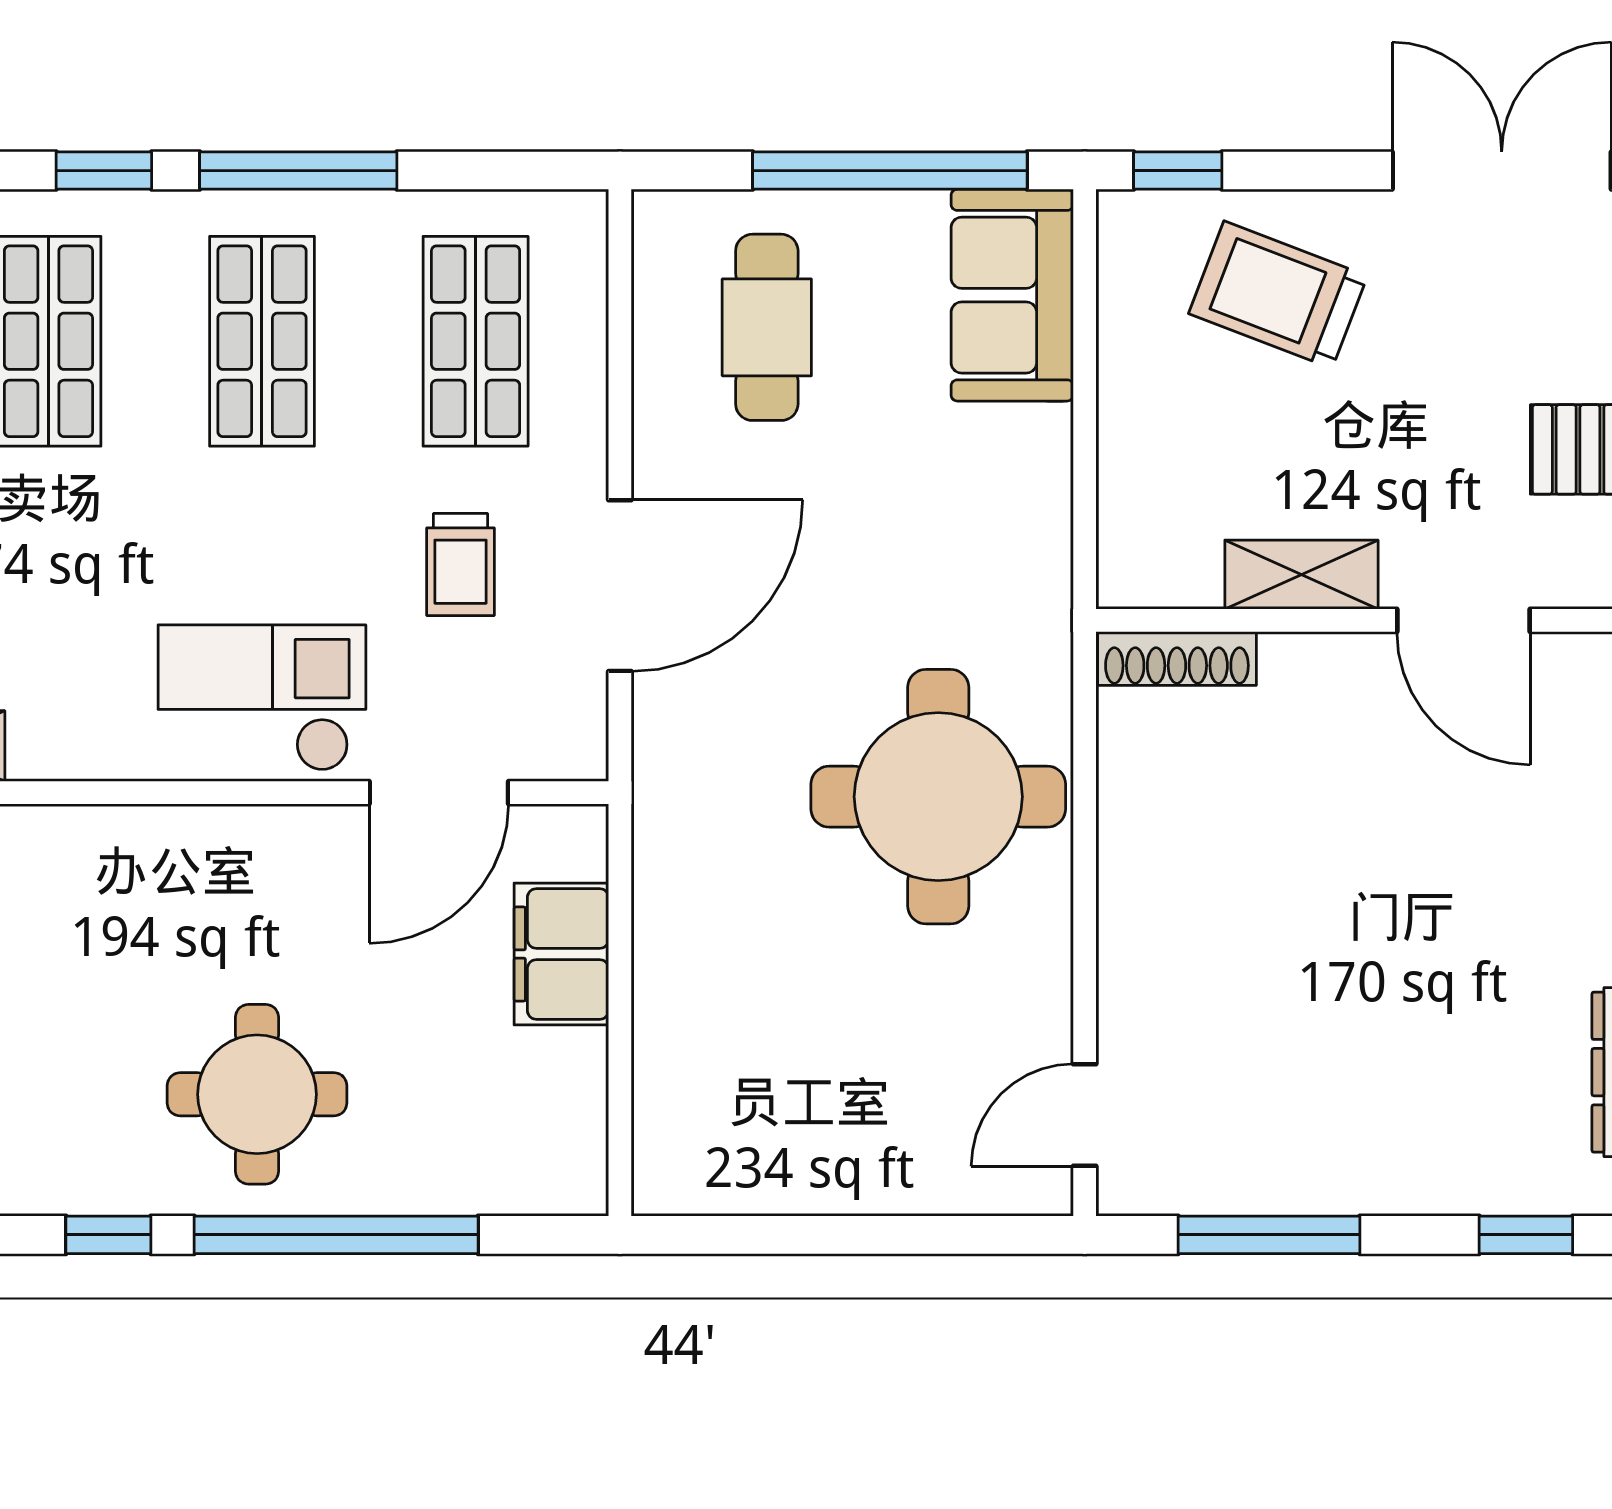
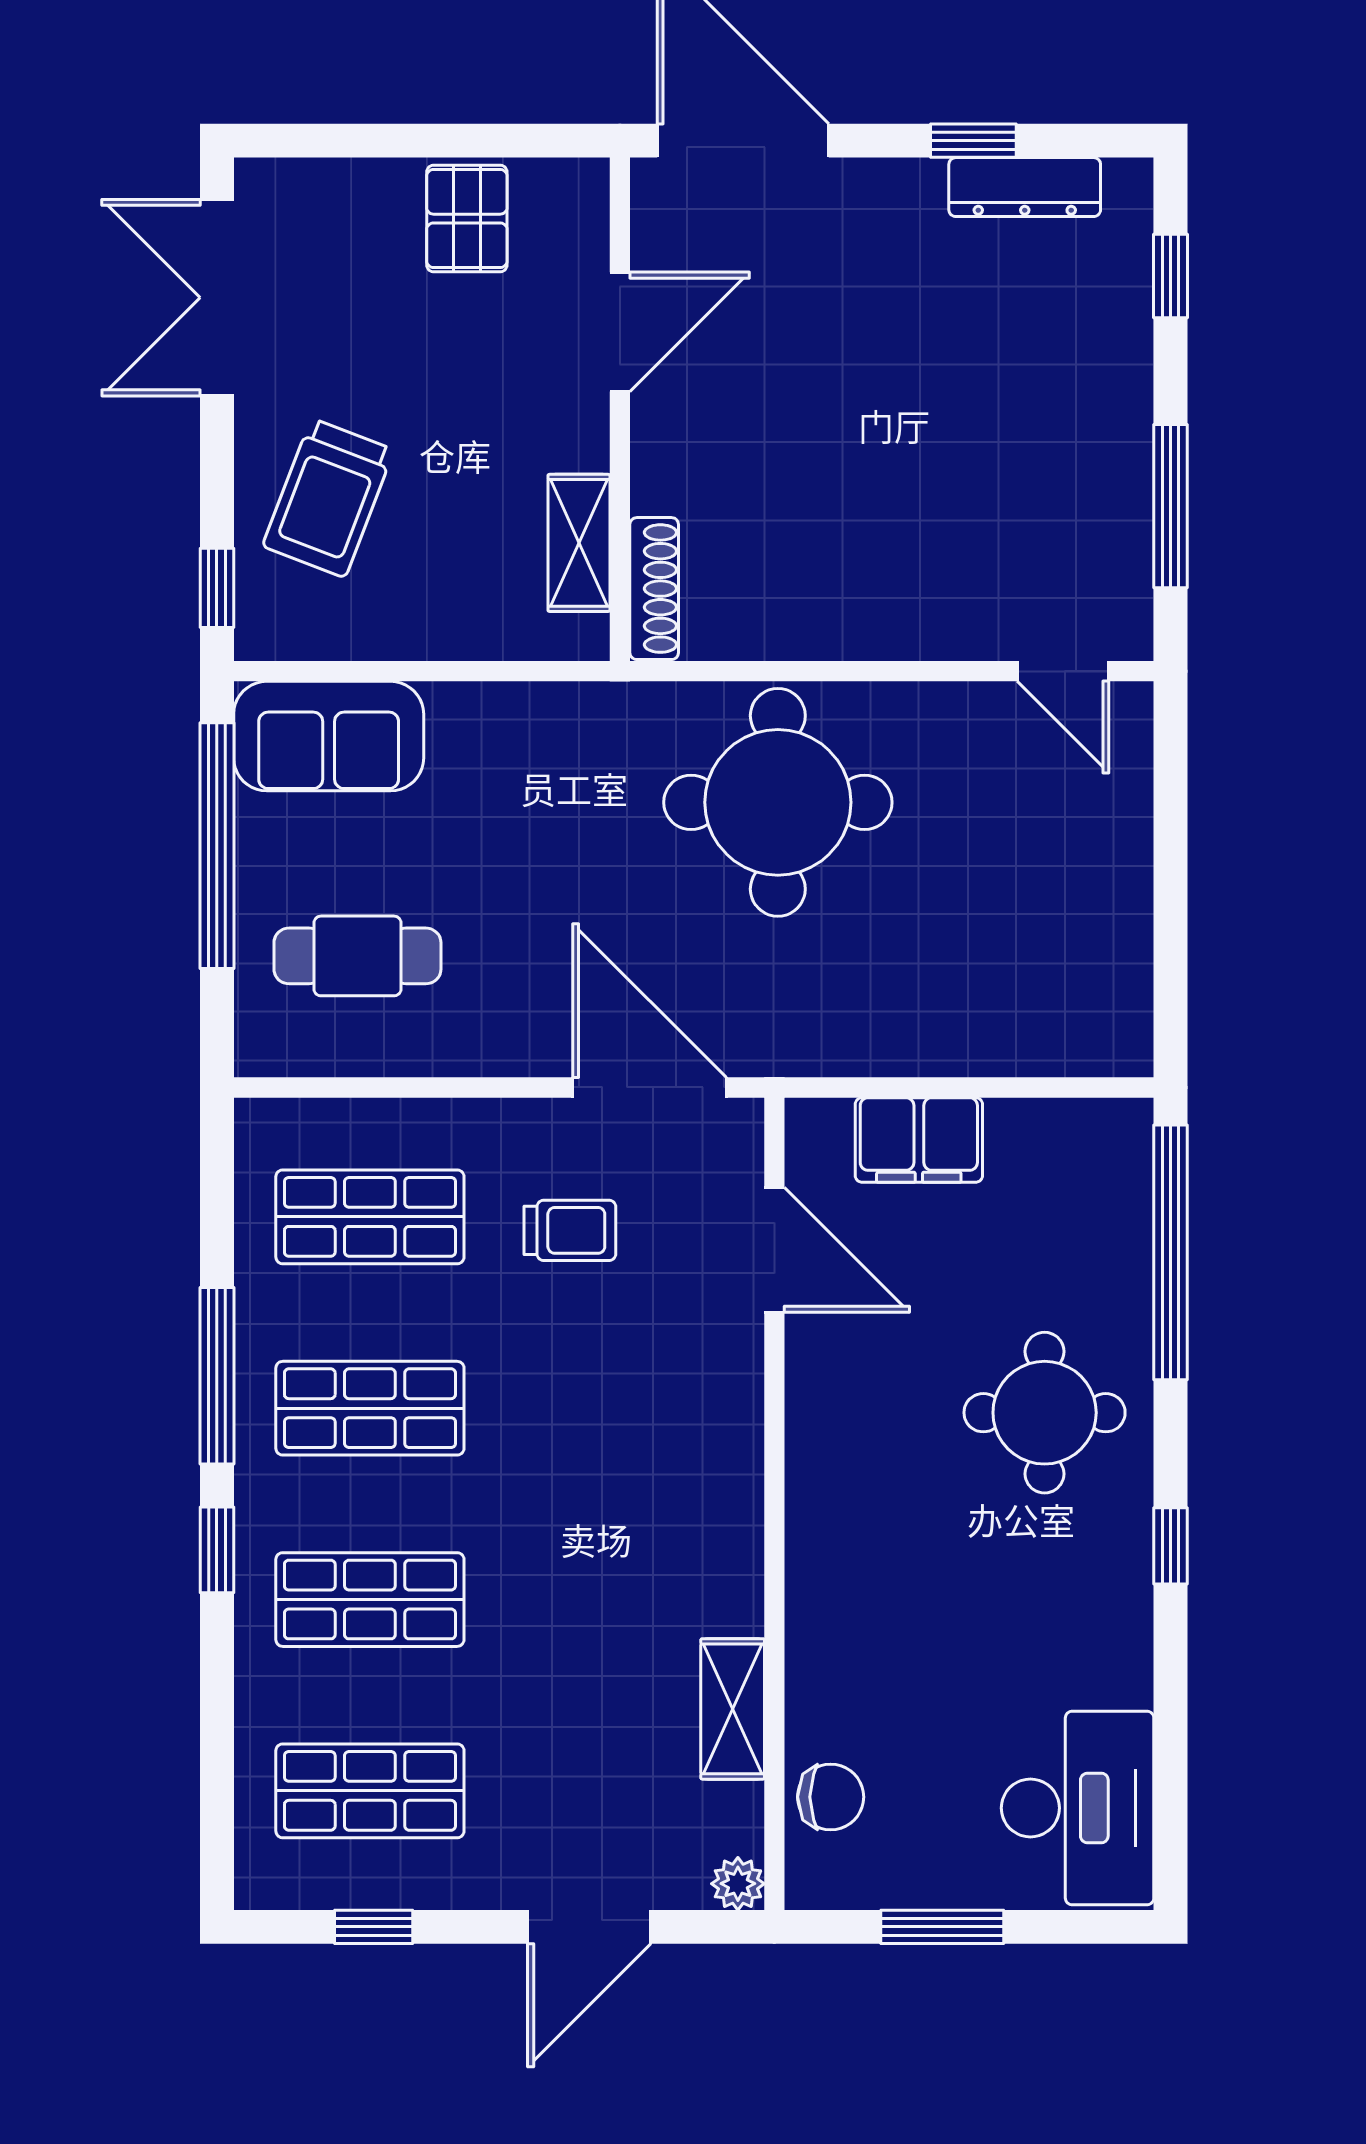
shelving: (1301, 575) -> (579, 543), moved
door: (620, 586) -> (649, 1087), moved
checkout: (262, 698) -> (689, 1408), removed
window: (336, 1235) -> (1171, 1252), moved

